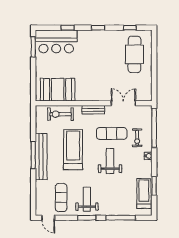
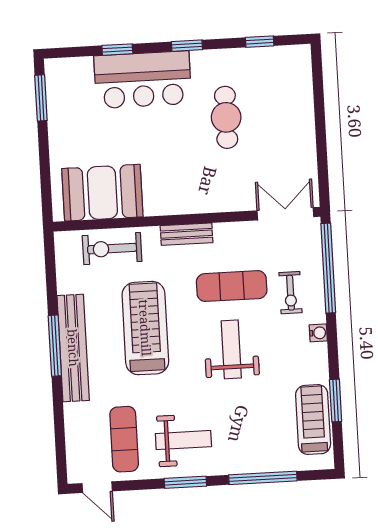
bar counter: (56, 41) -> (143, 80), moved
cafe table: (134, 54) -> (226, 117), moved, width x0.73, depth x0.74
double door: (123, 103) -> (285, 214), moved
weight bench: (87, 199) -> (183, 440), turned 90

